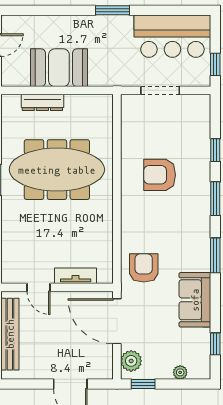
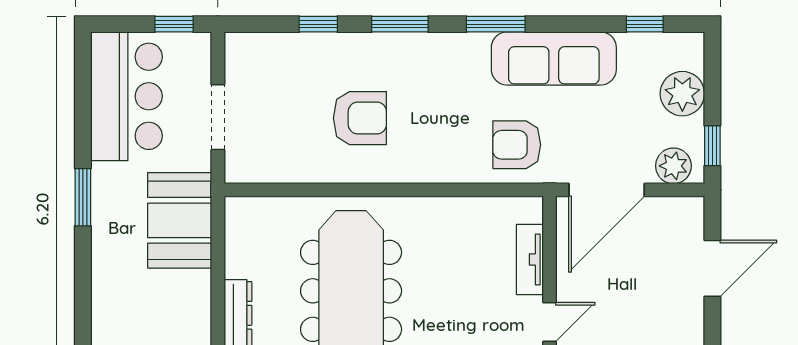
booth: (59, 68) -> (180, 220), moved
armchair: (160, 175) -> (360, 118), turned -90
sofa: (195, 300) -> (554, 58), width x1.36
plant: (180, 372) -> (682, 94), width x1.87, depth x1.87

